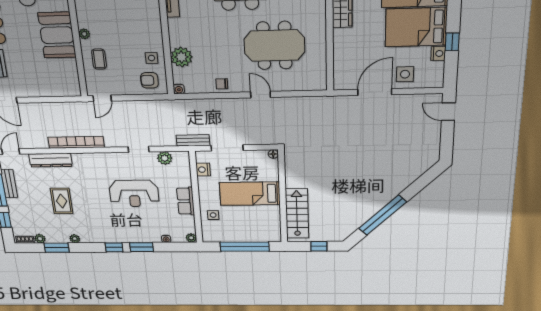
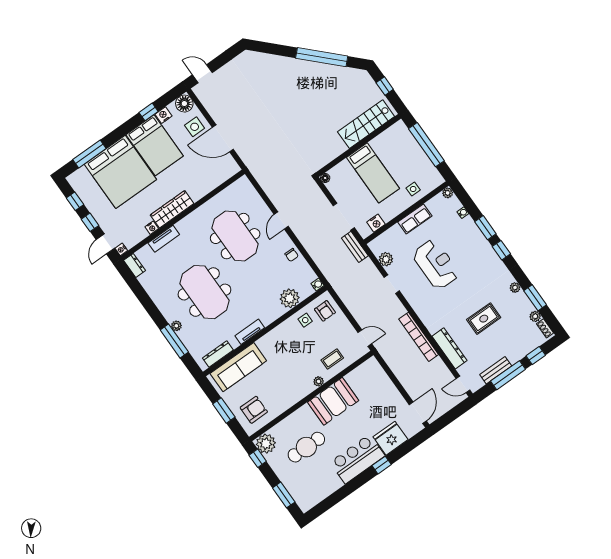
floor lamp: (434, 79) -> (184, 104), added
door: (448, 112) -> (202, 74), swing flipped

